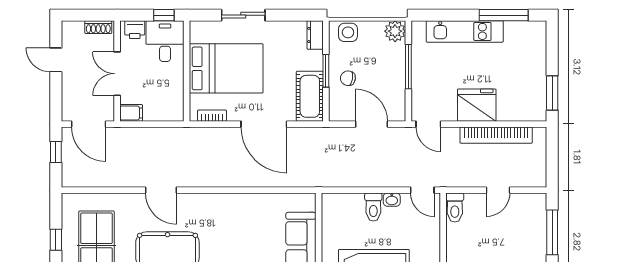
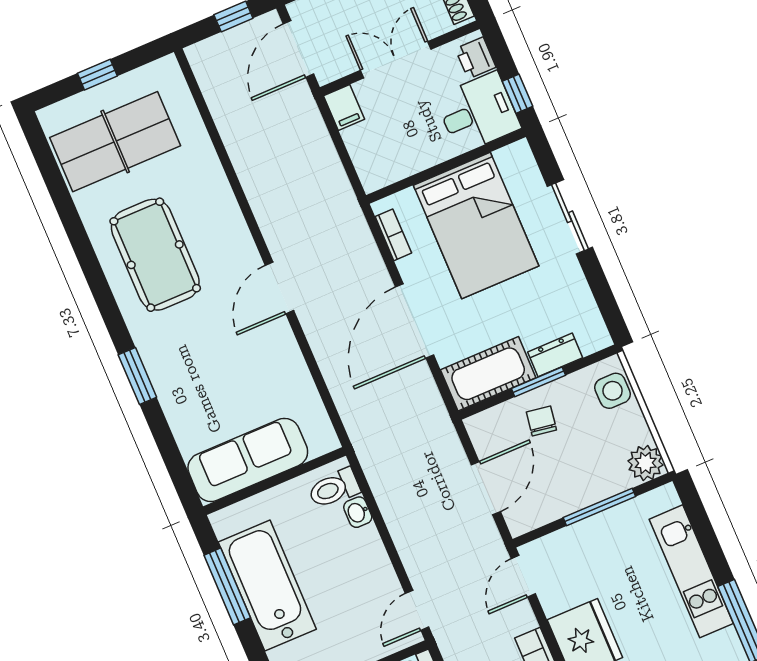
dresser: (315, 35) -> (555, 355), moved
door: (161, 190) -> (280, 288), moved
washbasin: (392, 200) -> (358, 512), moved
toilet: (373, 207) -> (334, 488), moved

